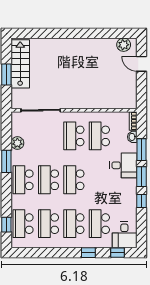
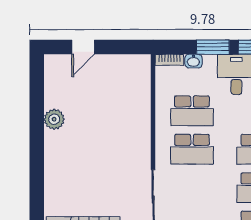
plant: (124, 45) -> (54, 119), moved

